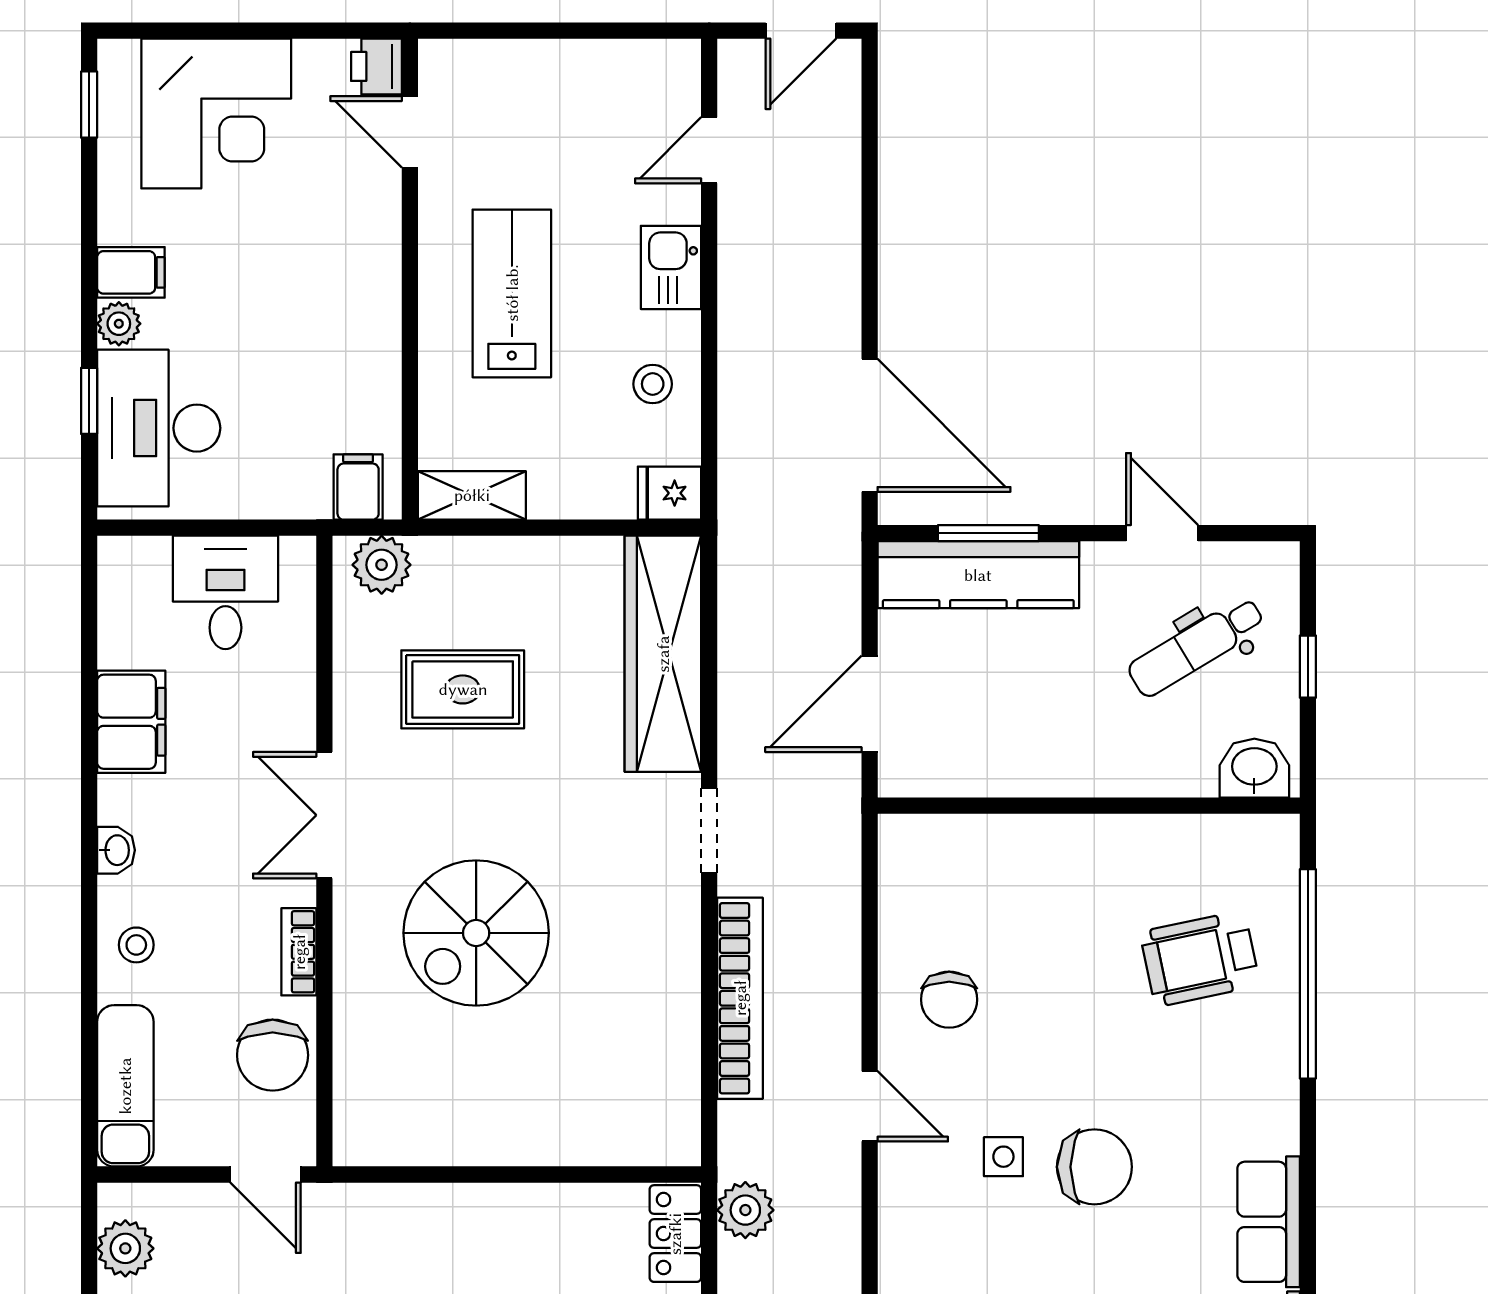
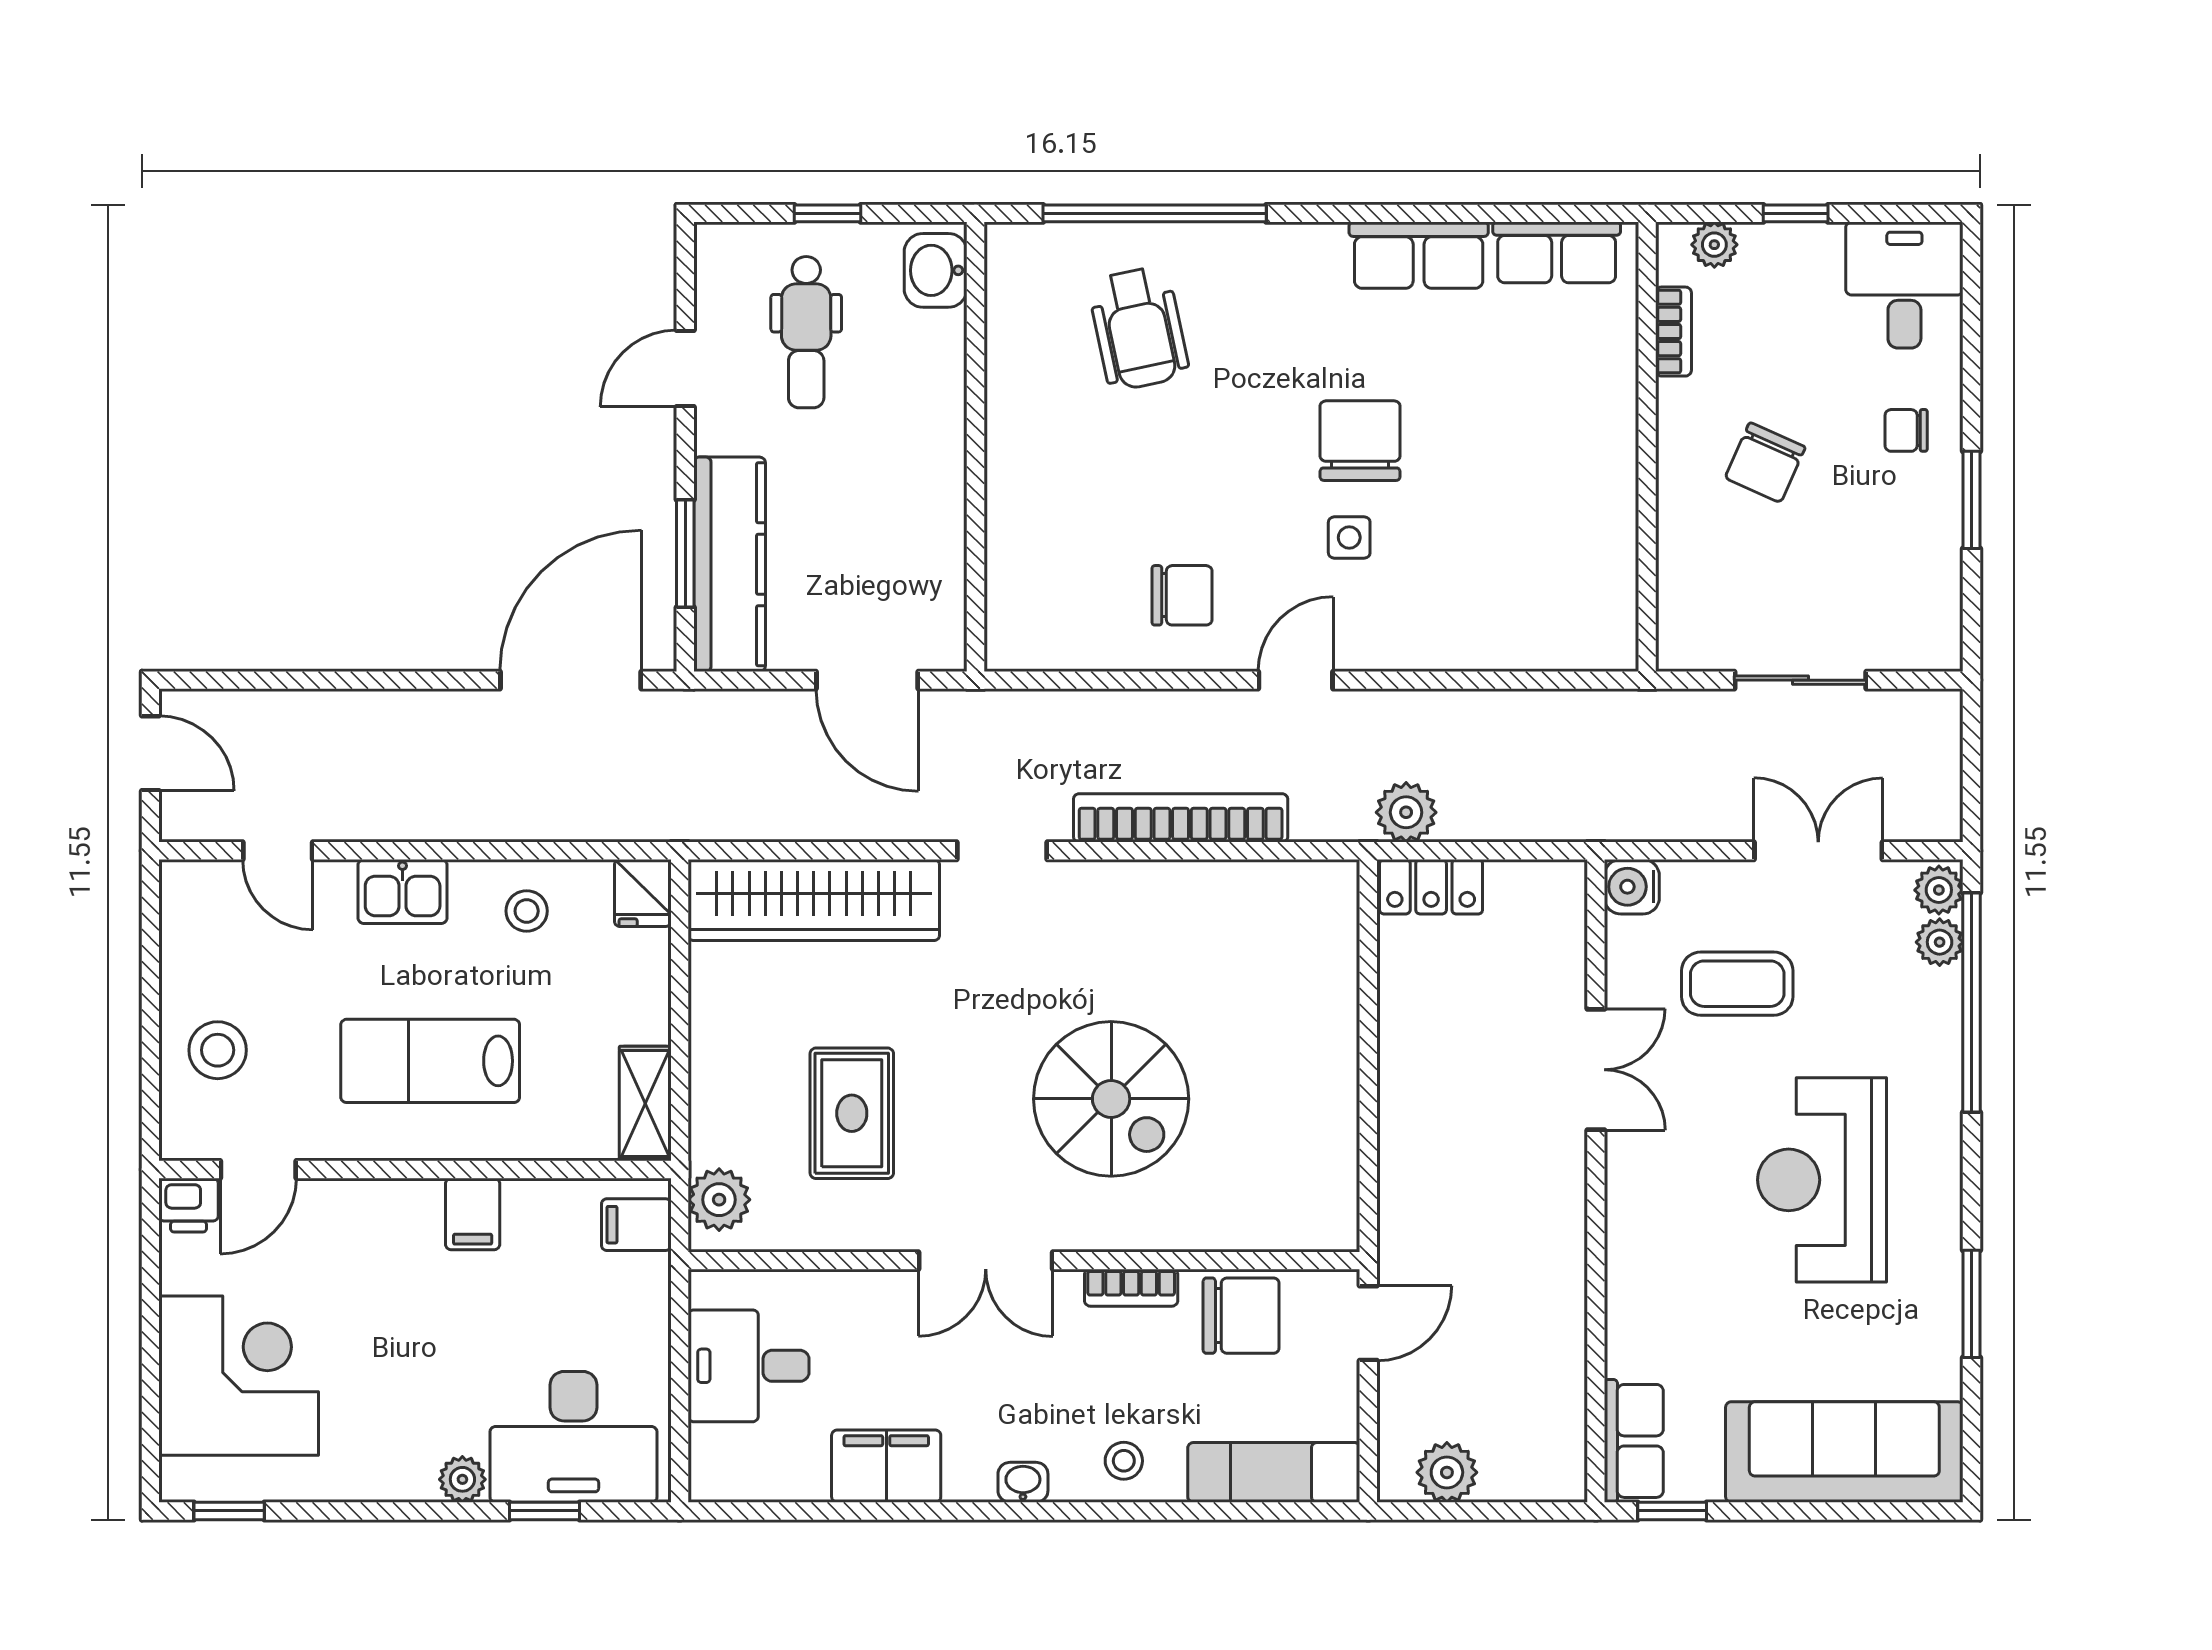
stool: (522, 94) -> (218, 1050), added
filing cabinet: (131, 272) -> (473, 1214), moved, turned 180
dental chair: (1196, 647) -> (806, 332), turned 31

